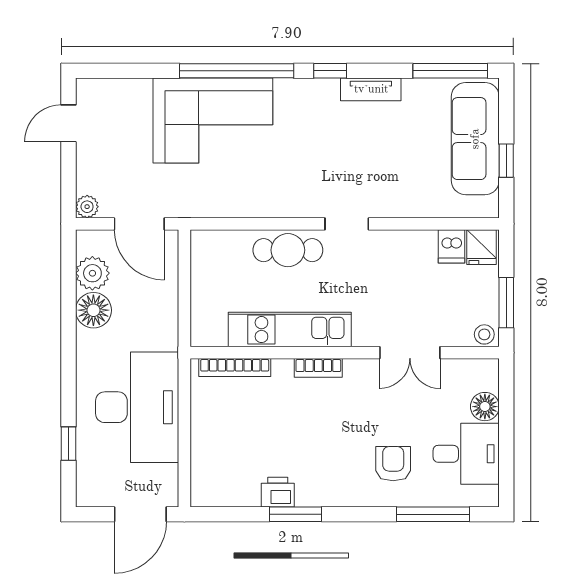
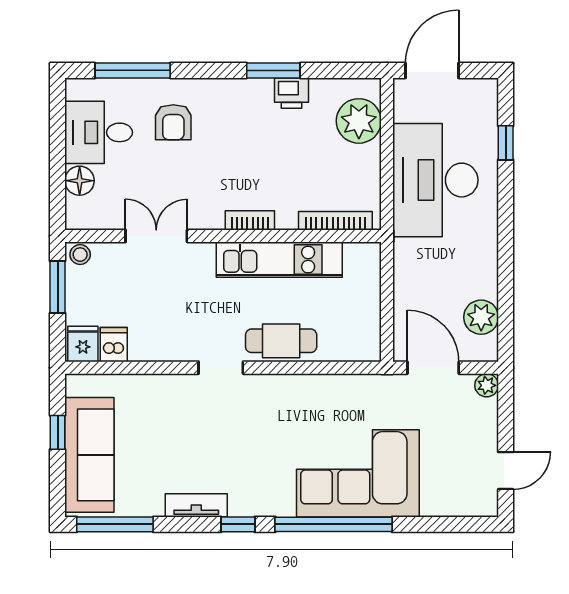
floor lamp: (93, 310) -> (480, 279), removed
plant: (212, 465) -> (359, 121), added

